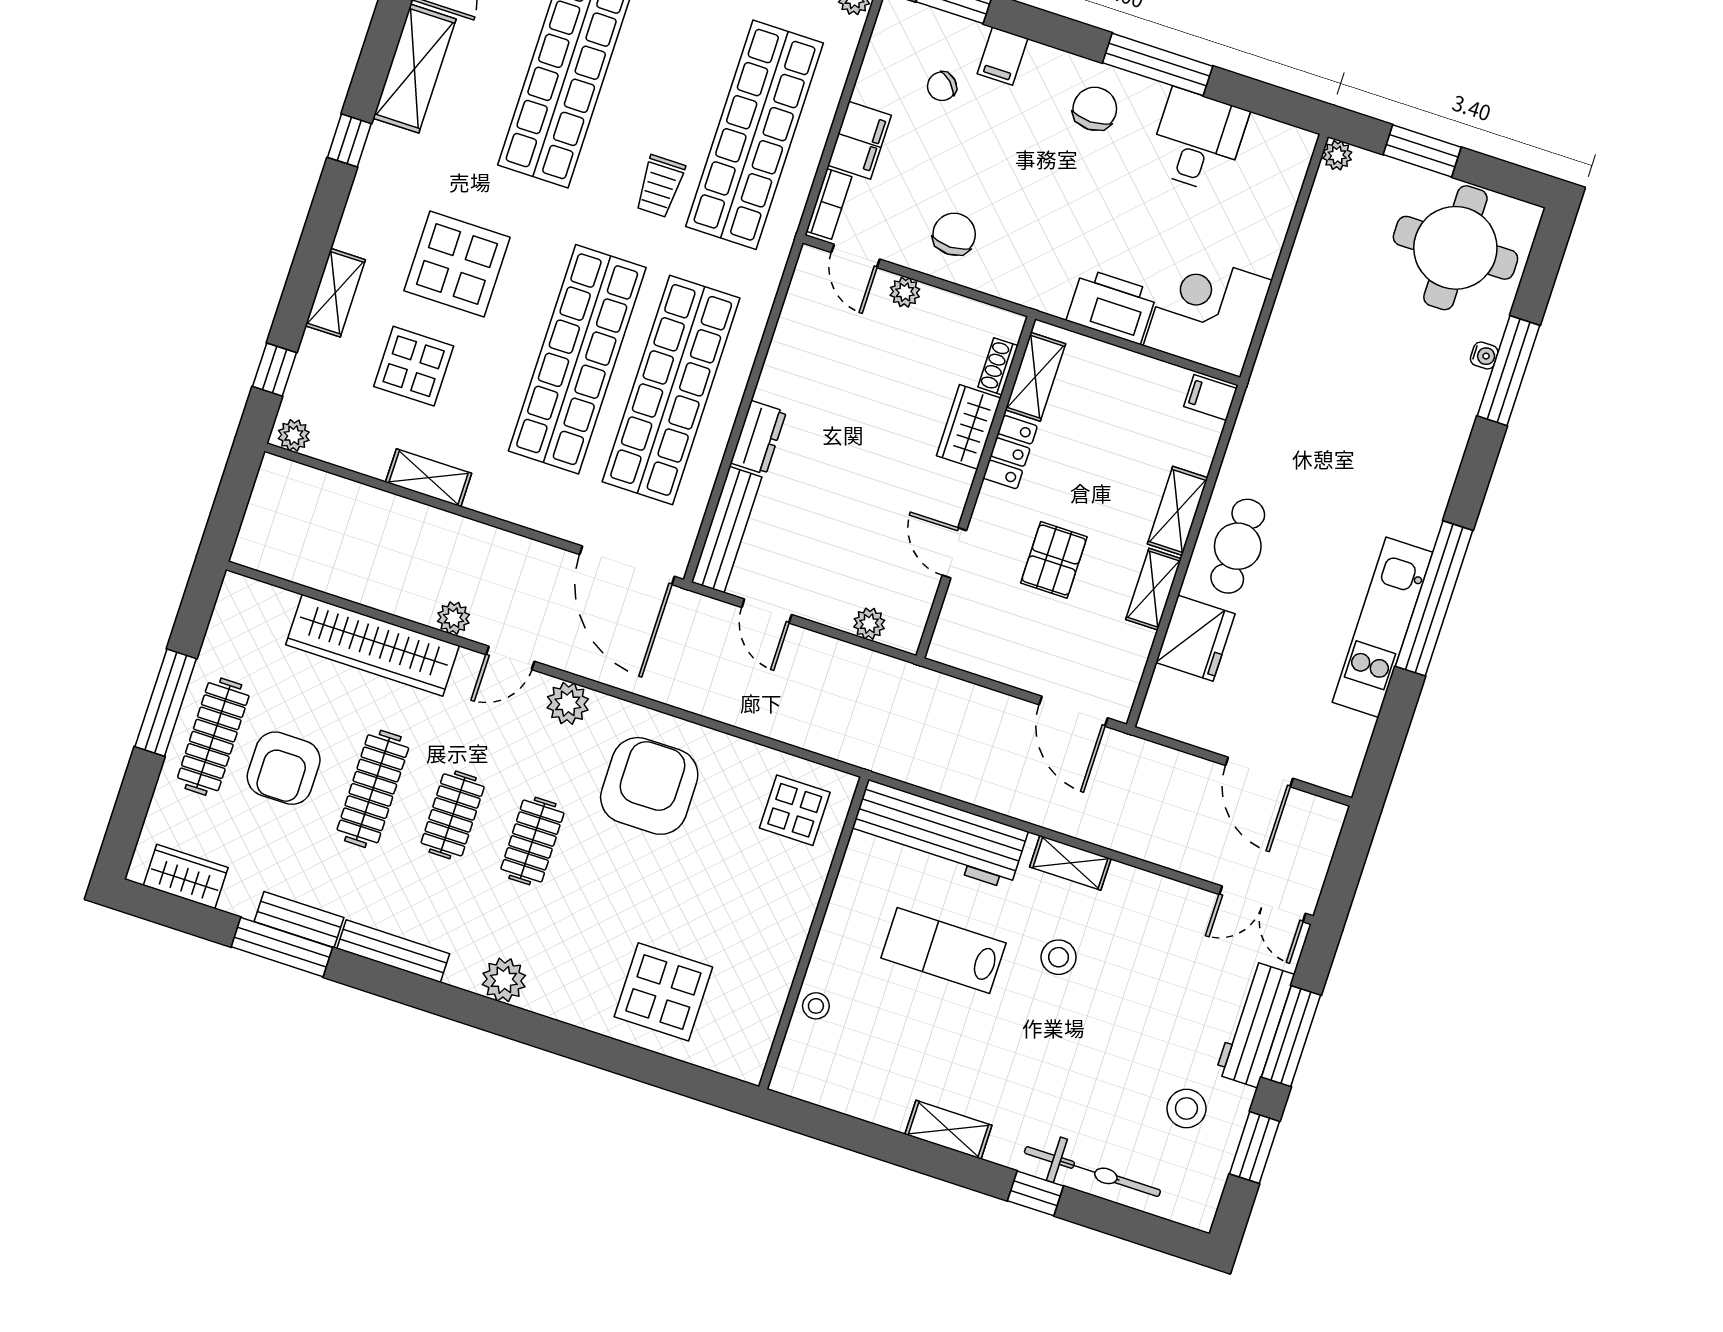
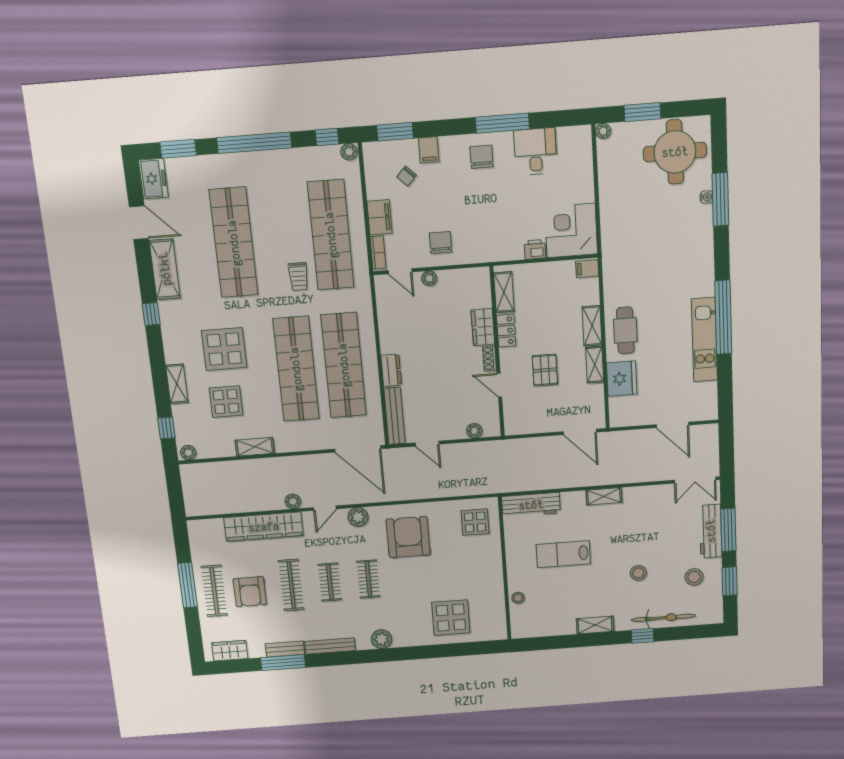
printer: (1112, 306) -> (535, 249), width x0.53, depth x0.68
shoe rack: (998, 366) -> (490, 359), moved
workbench: (939, 834) -> (531, 505), width x0.73, depth x0.76
stool: (1059, 957) -> (638, 573), moved

